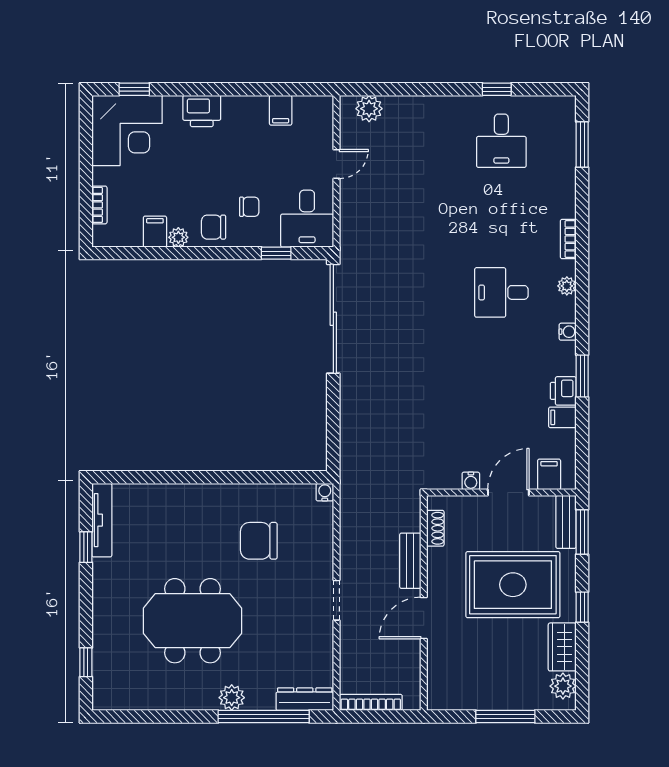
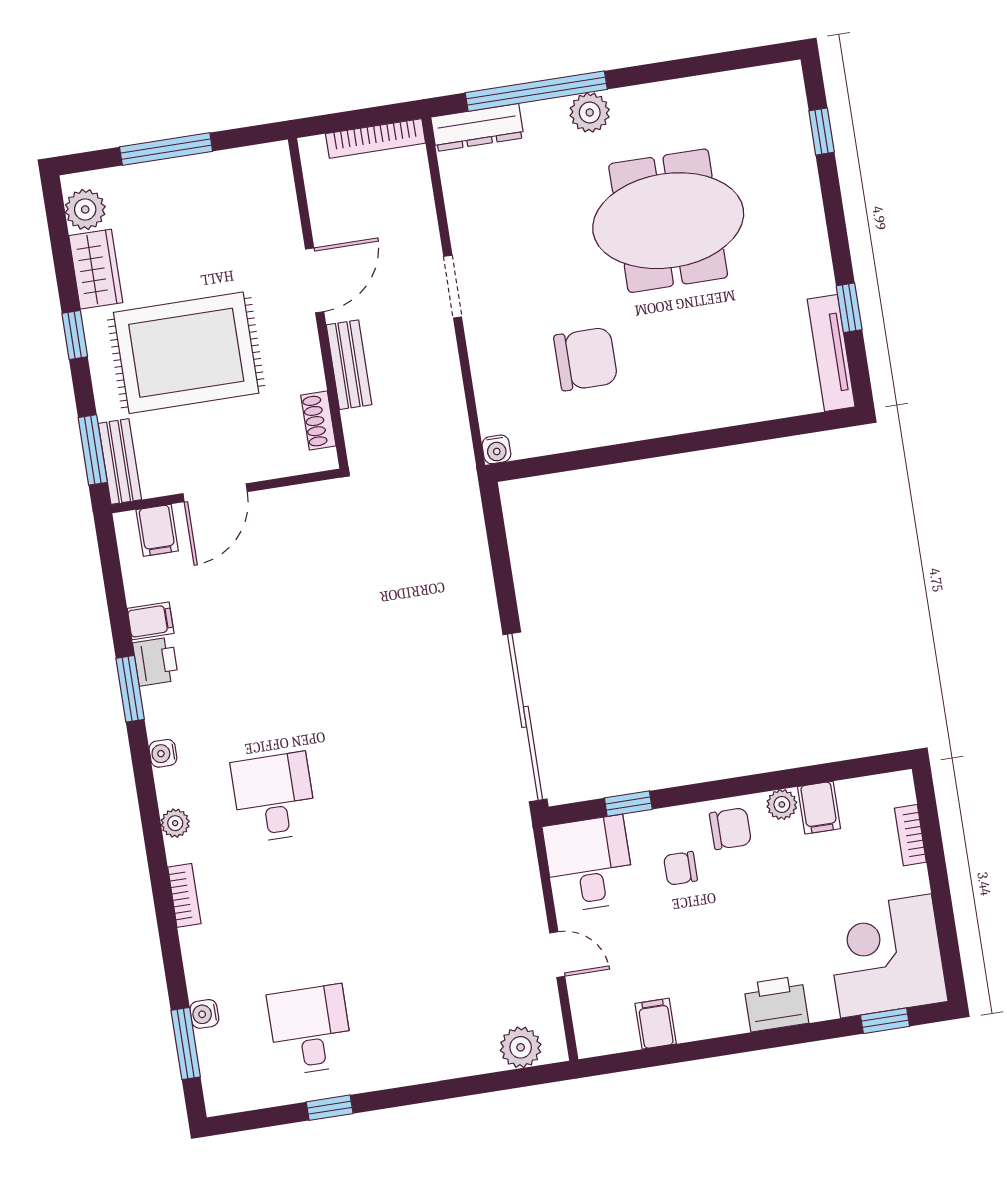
door: (336, 164) -> (557, 955), swing flipped
desk: (501, 292) -> (274, 797), turned -90
water cooler: (471, 481) -> (204, 1014), moved, turned -90

